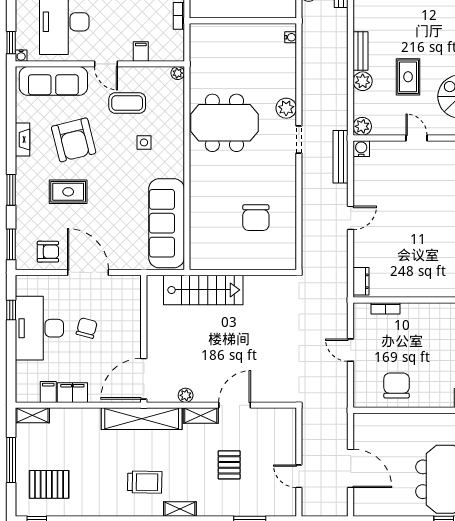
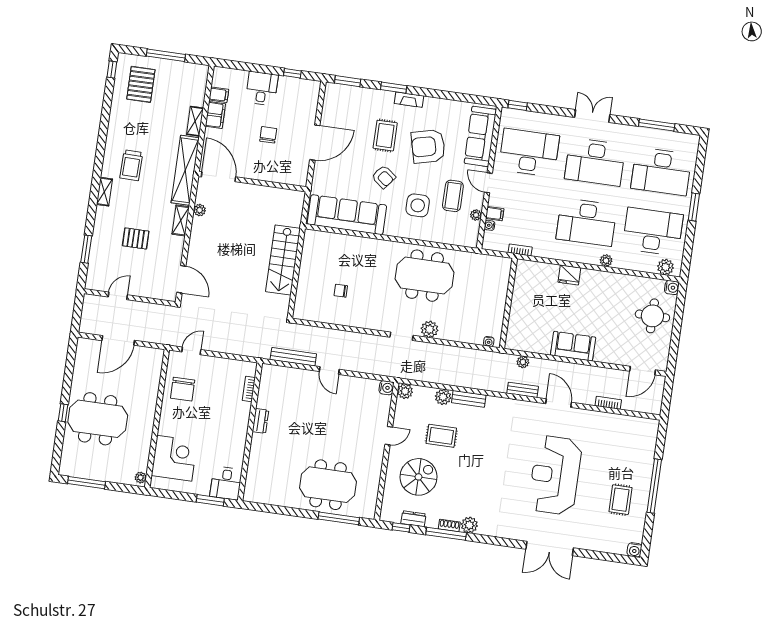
water cooler: (21, 56) -> (490, 225), moved
door: (106, 64) -> (488, 183), hinge flipped
plant: (178, 73) -> (476, 215), moved
meeting table: (224, 123) -> (425, 276), turned 90
fireplace: (22, 140) -> (409, 100), moved
side table: (144, 142) -> (418, 205), width x1.87, depth x1.87
bench: (341, 157) -> (293, 357), moved
chair: (256, 218) -> (341, 291), width x0.54, depth x0.54
armchair: (48, 252) -> (384, 177), moved, turned -52
dresser: (361, 281) -> (260, 421), moved, turned -90
stairs: (203, 290) -> (283, 260), moved
desk: (39, 328) -> (262, 88), width x0.53, depth x0.77
chair: (87, 328) -> (268, 135), turned -105
door: (351, 350) -> (191, 351), moved
chair: (397, 385) -> (183, 389), turned 90
door: (235, 405) -> (181, 279), moved
shelving: (32, 415) -> (195, 121), moved

